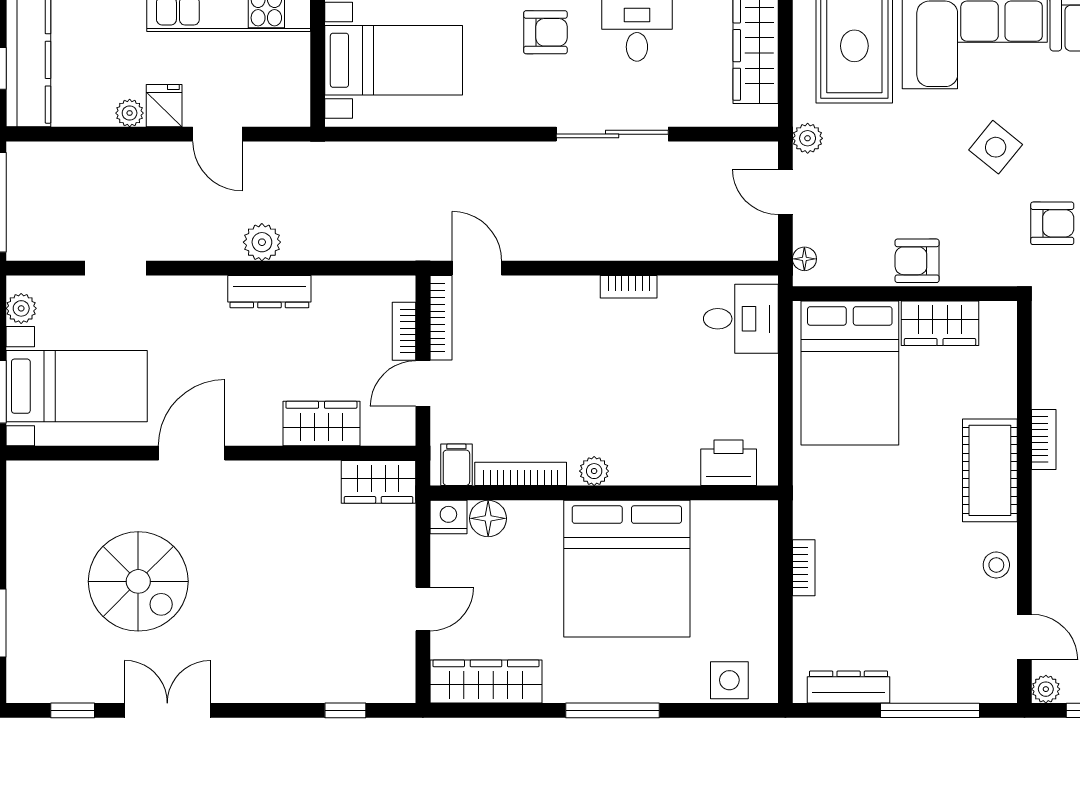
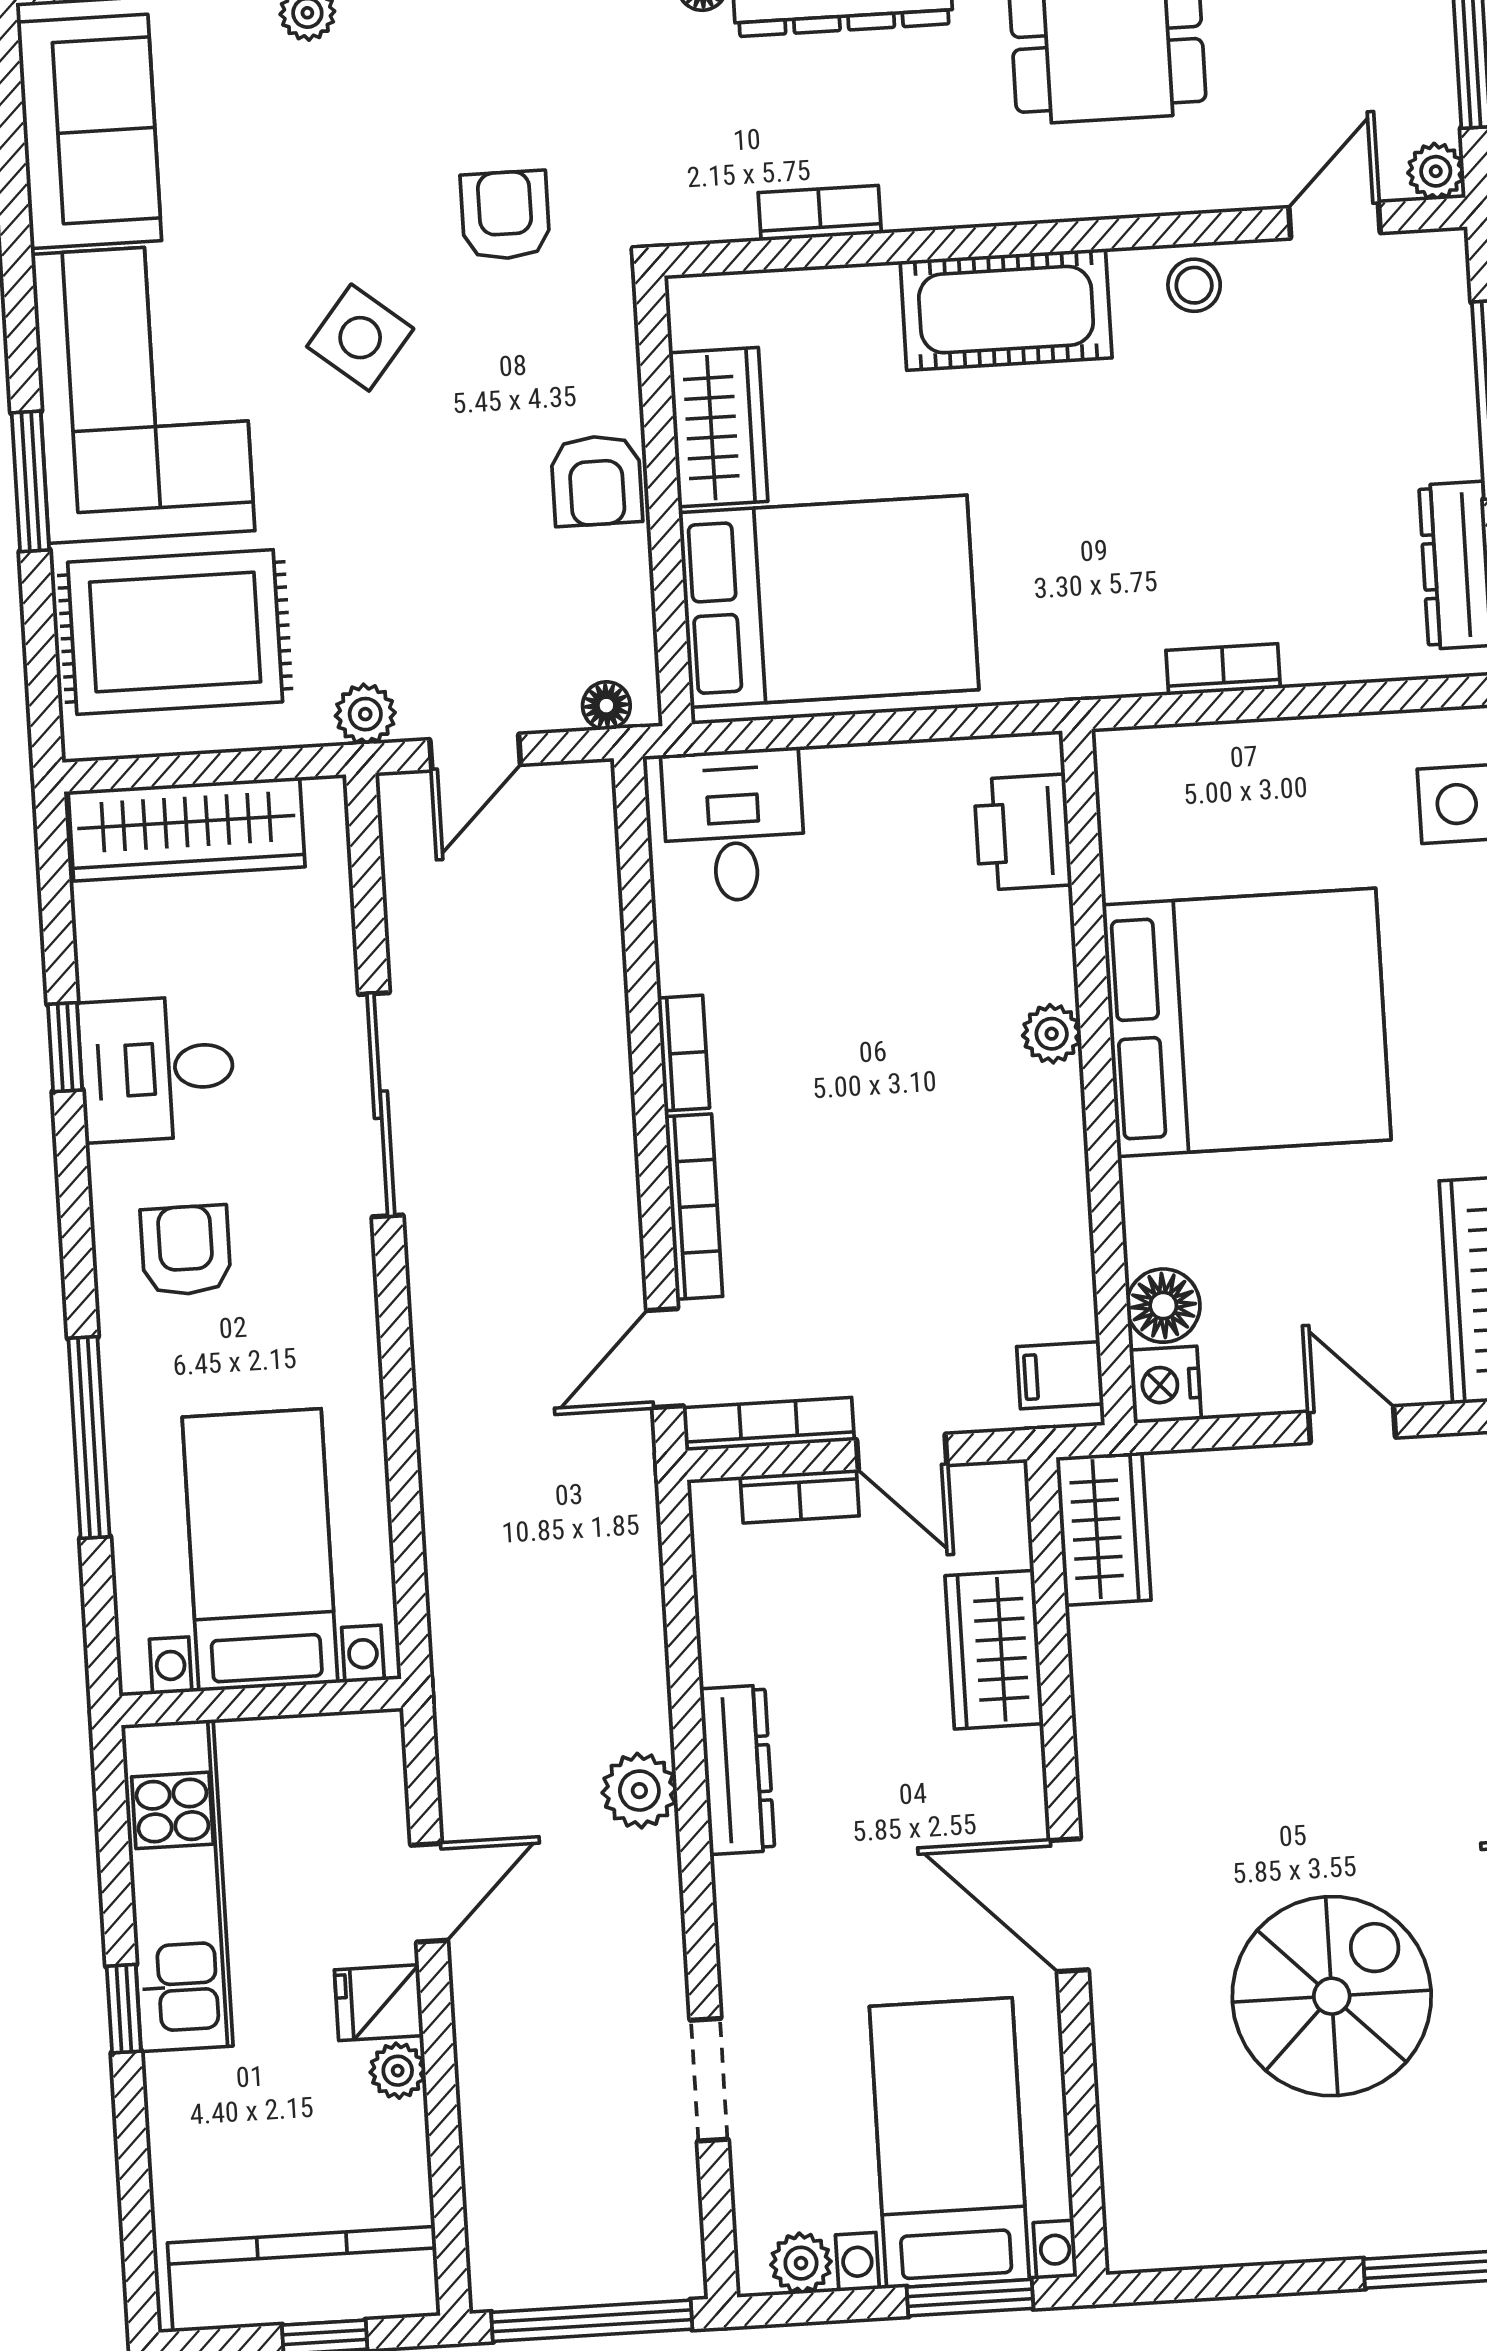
bookcase: (1044, 439) -> (820, 213), moved
plant: (594, 471) -> (1052, 1034), moved
bookcase: (521, 474) -> (694, 1207), moved, turned 180

